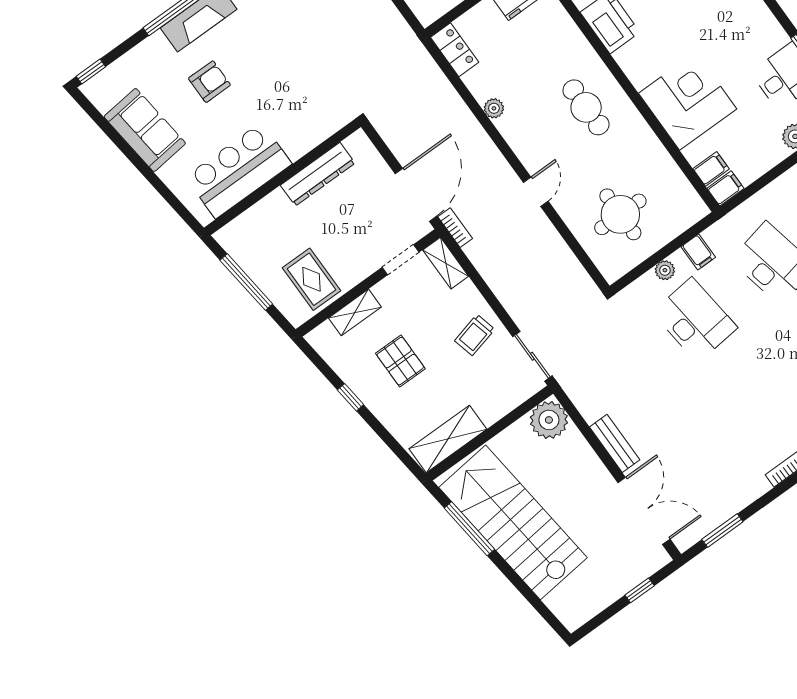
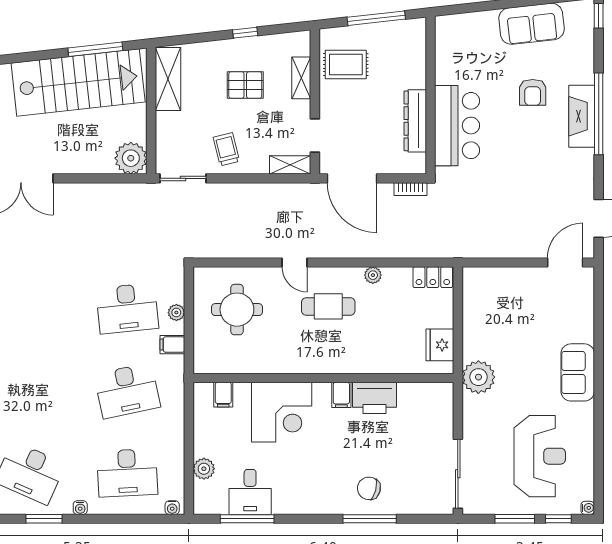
cafe table: (586, 107) -> (328, 306), moved
bar counter: (239, 170) -> (457, 126), moved
filing cabinet: (725, 188) -> (341, 395), moved
bookcase: (455, 228) -> (410, 189), moved
bench: (615, 443) -> (82, 192), removed

